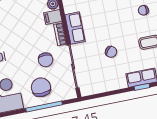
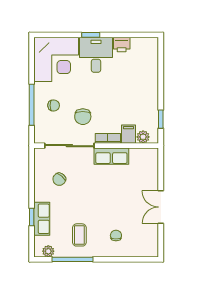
chair: (111, 52) -> (59, 179), moved
chair: (46, 60) -> (83, 117), turned -90
chair: (41, 87) -> (54, 105), width x0.54, depth x0.54

